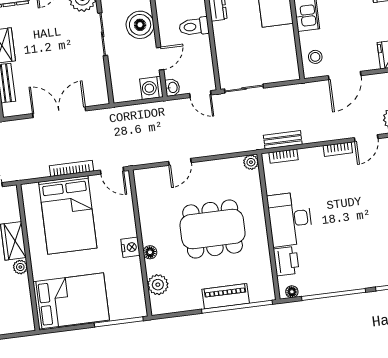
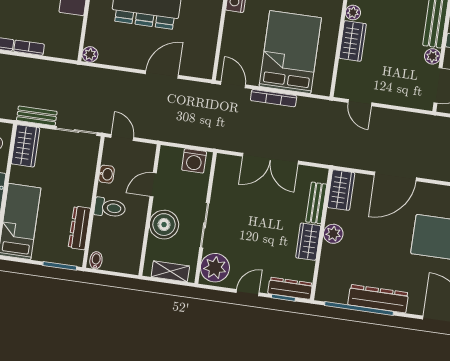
wardrobe: (287, 62) -> (25, 146), added
washbasin: (172, 87) -> (106, 174), moved, turned 180
washing machine: (151, 88) -> (194, 161), moved, turned 90
bench: (283, 140) -> (37, 116), moved
bookcase: (284, 156) -> (29, 48), moved
door: (180, 162) -> (162, 75), width x1.37

